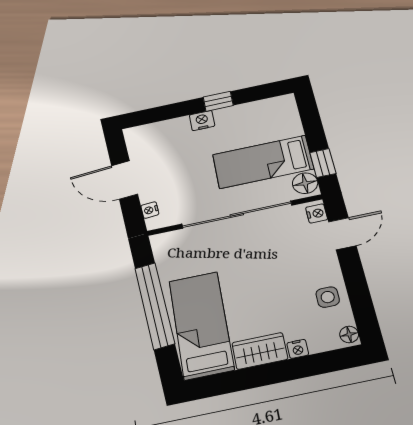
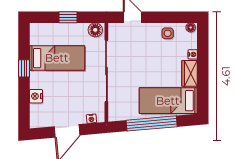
nightstand: (202, 121) -> (36, 96), moved
bed: (263, 162) -> (57, 58), moved, turned -90
window: (323, 163) -> (68, 17), moved
nightstand: (317, 213) -> (116, 28), removed

